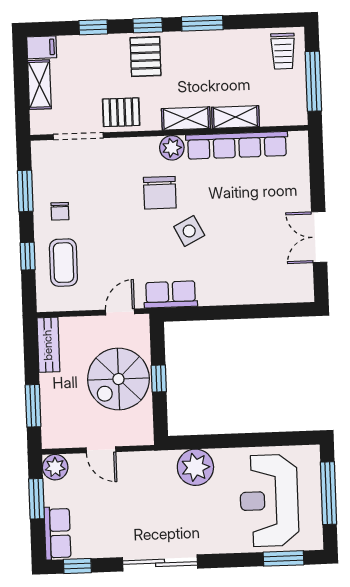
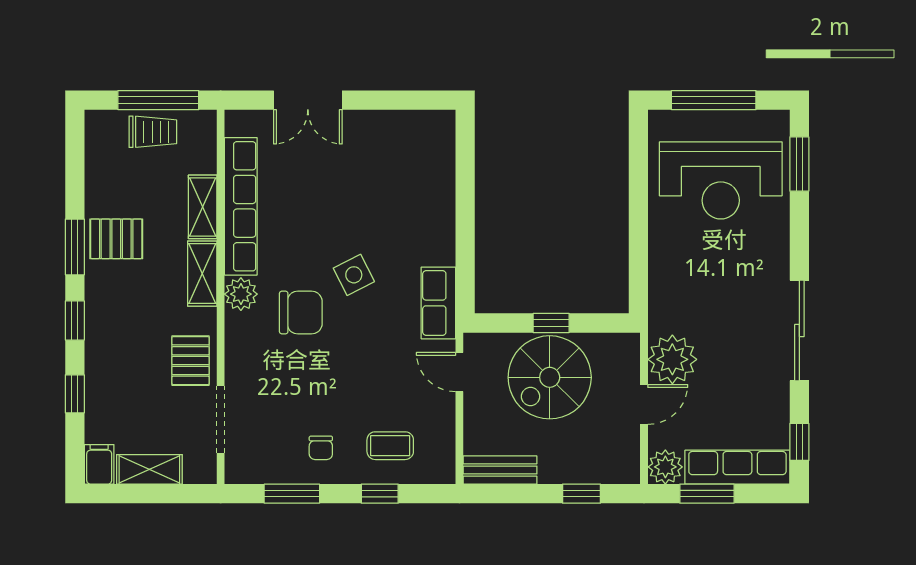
trolley: (283, 51) -> (153, 132), moved
pallet: (146, 57) -> (116, 239), moved
chair: (60, 211) -> (321, 448), turned 90
double door: (319, 237) -> (308, 100), moved
coffee table: (63, 263) -> (390, 446), width x0.73, depth x0.77
spiral stairs: (118, 379) -> (550, 377), turned 90
window: (33, 406) -> (581, 494), width x0.67
plant: (195, 467) -> (672, 359), moved
row of seats: (57, 533) -> (737, 467), width x1.48

